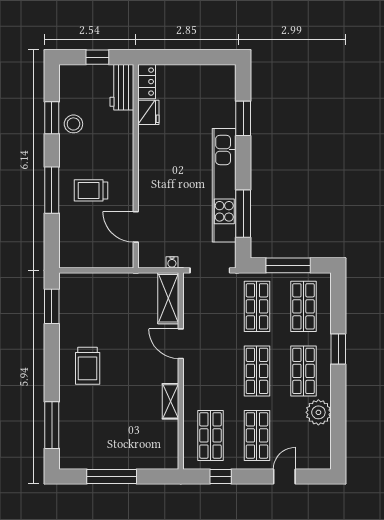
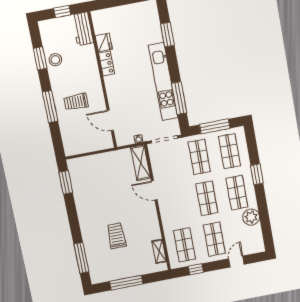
locker: (147, 82) -> (107, 63), moved
trolley: (88, 366) -> (116, 236), moved, turned 180
shelving: (170, 401) -> (159, 251), moved

